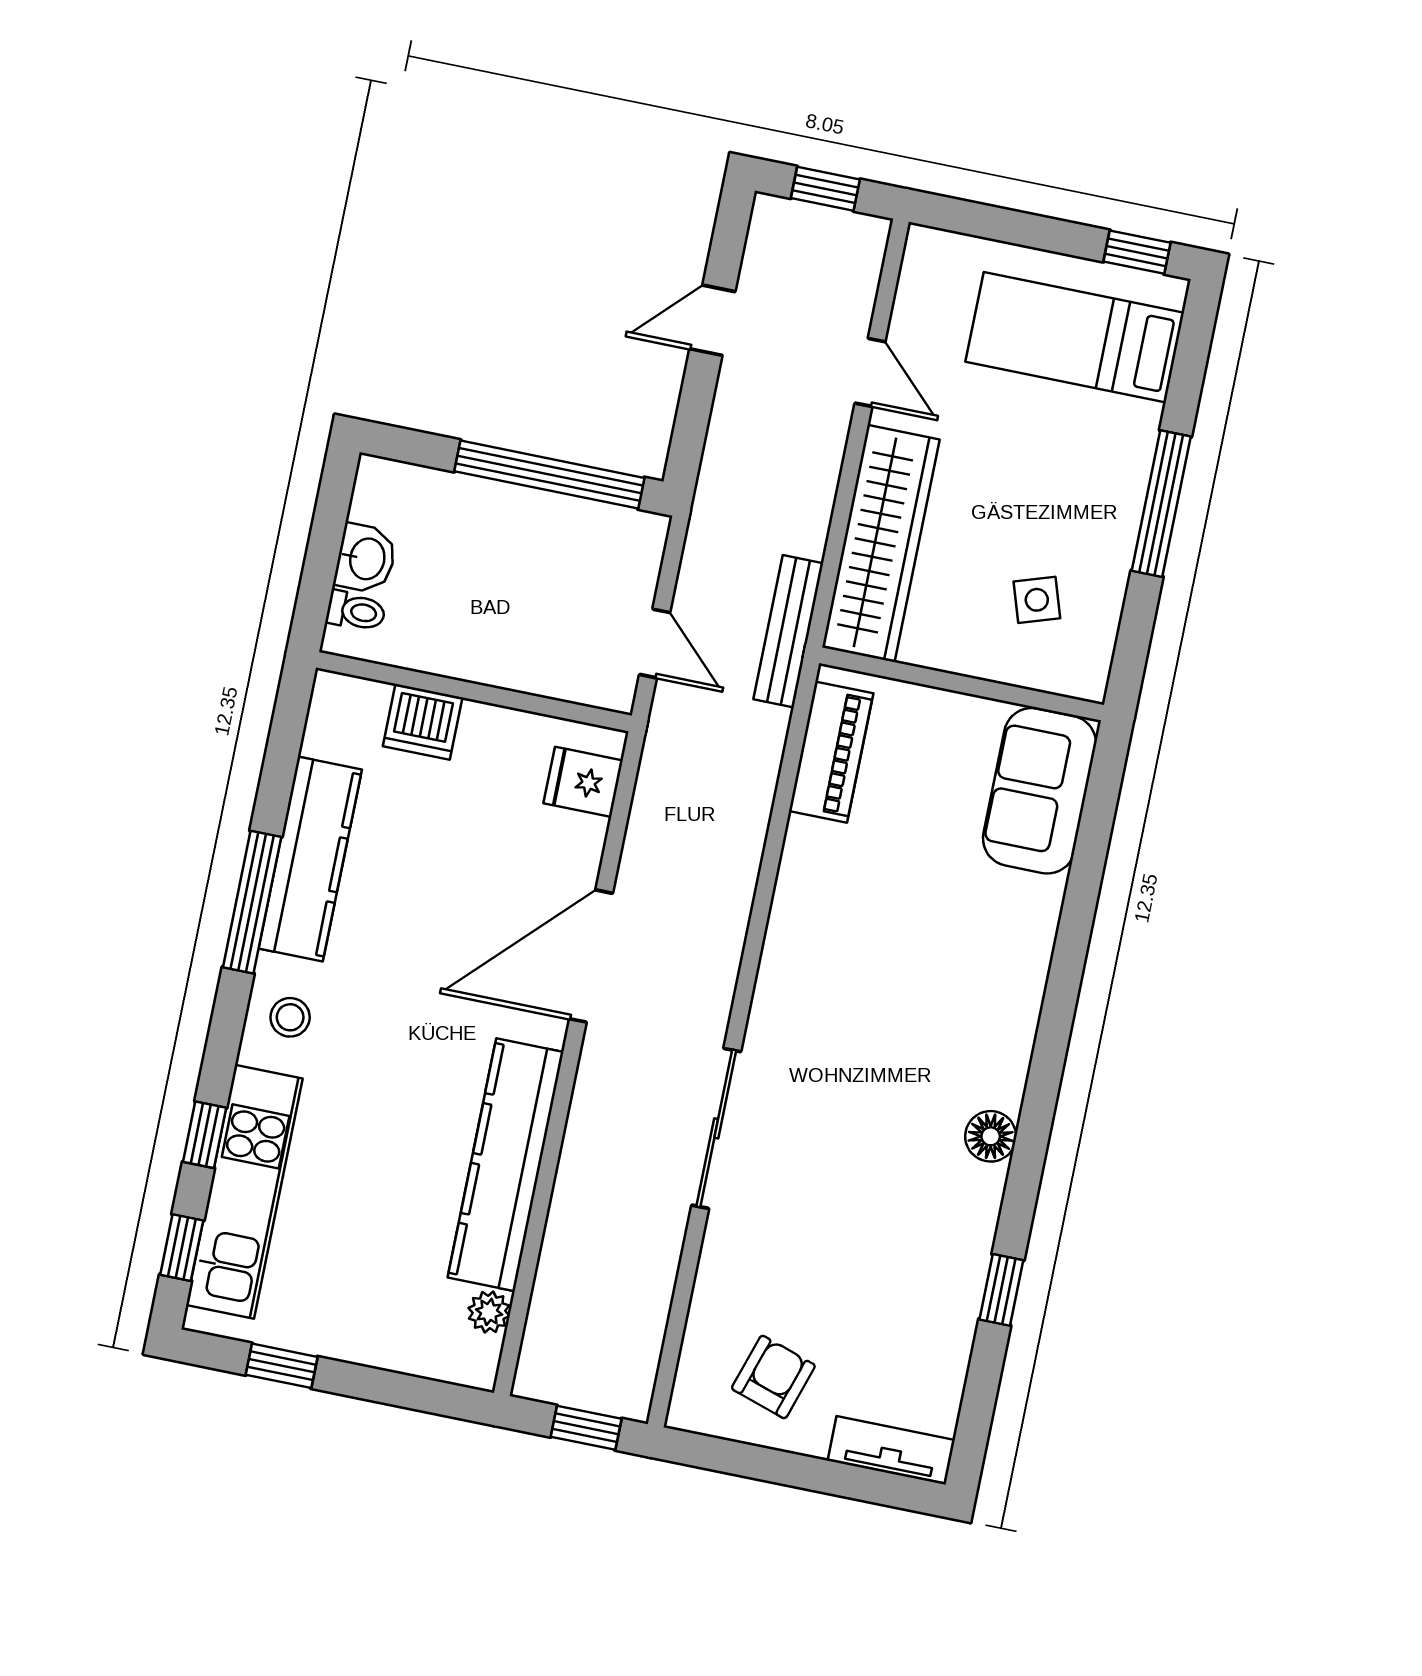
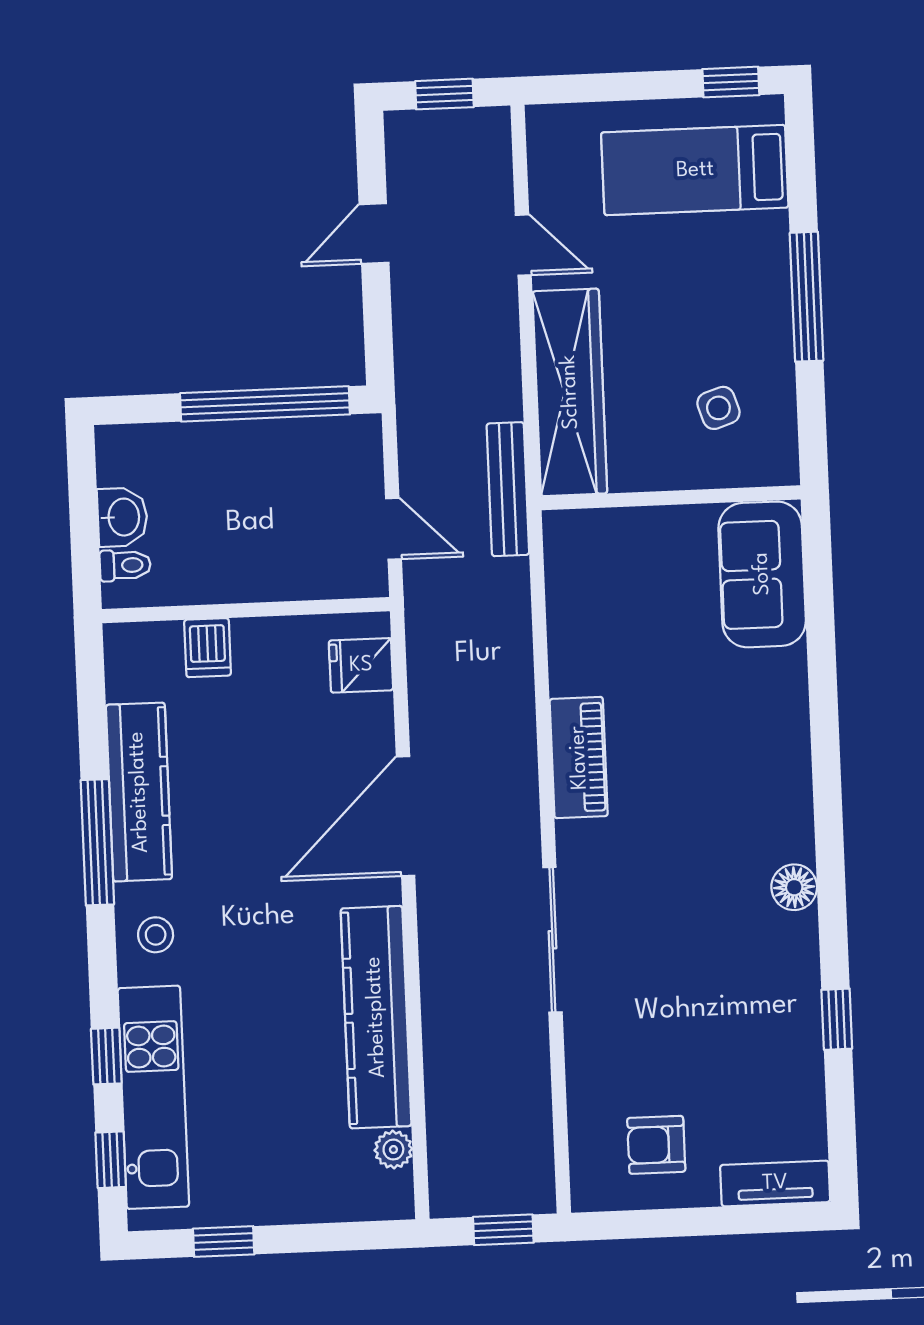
dishwasher: (423, 722) -> (208, 648), width x0.73
piano: (831, 752) -> (579, 758), moved
armchair: (773, 1377) -> (656, 1145), turned -108

